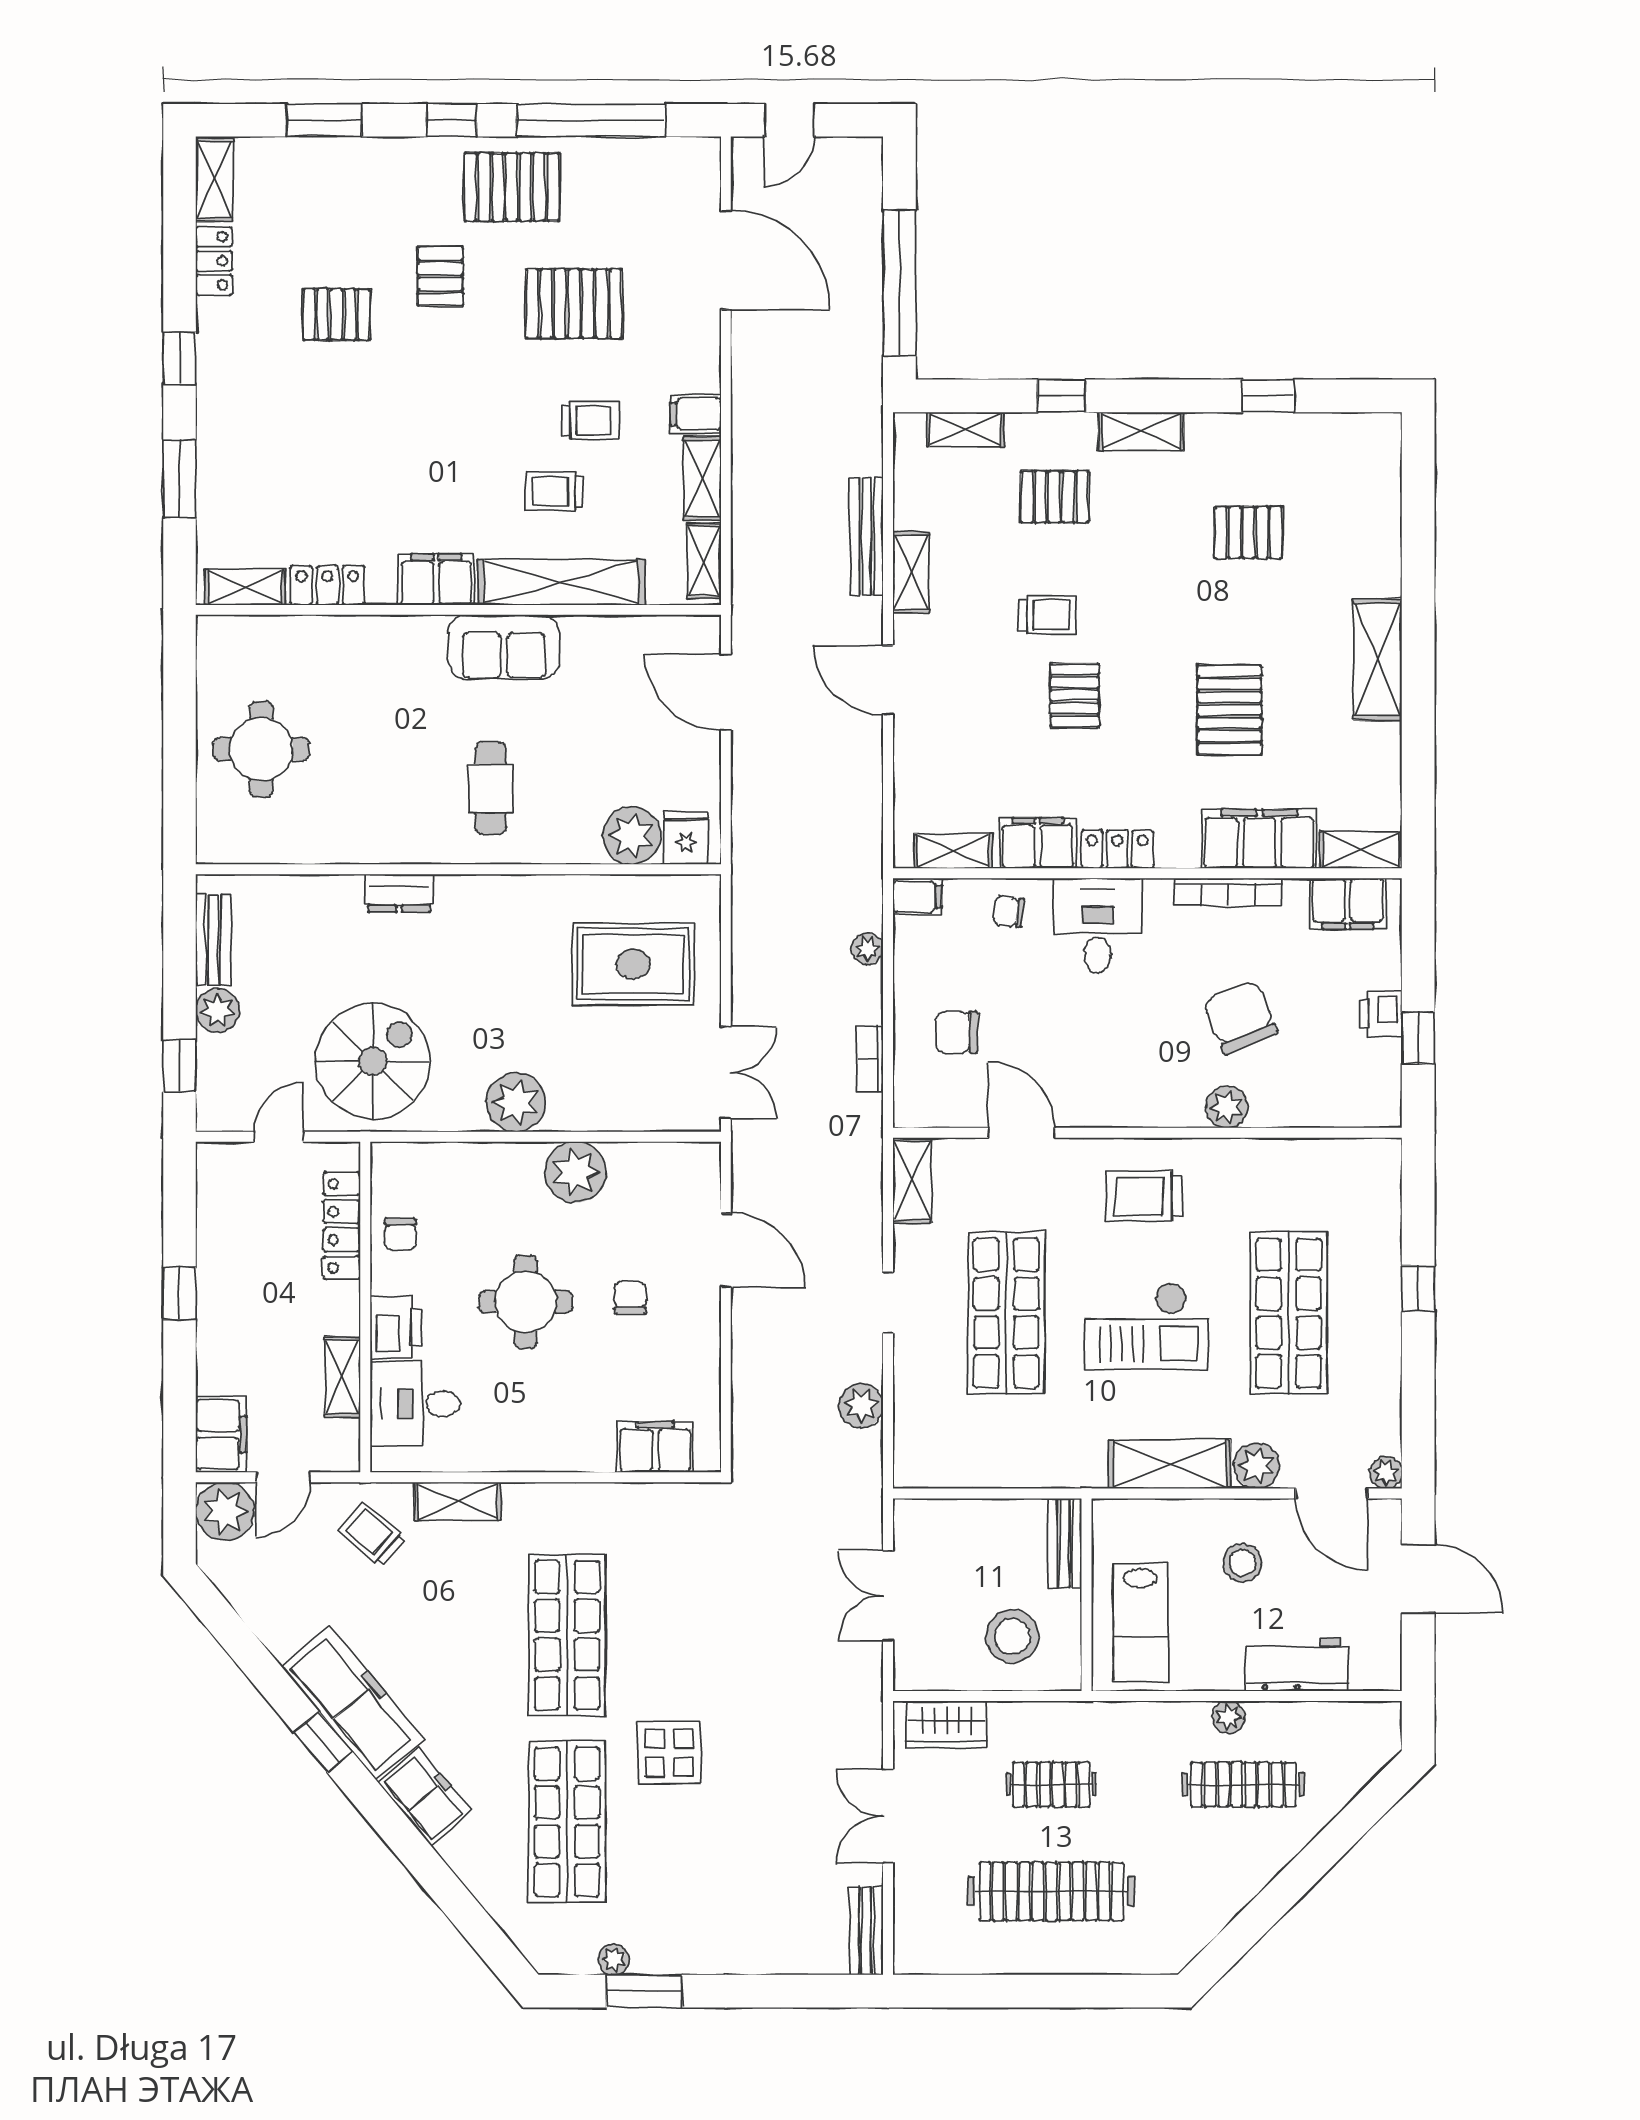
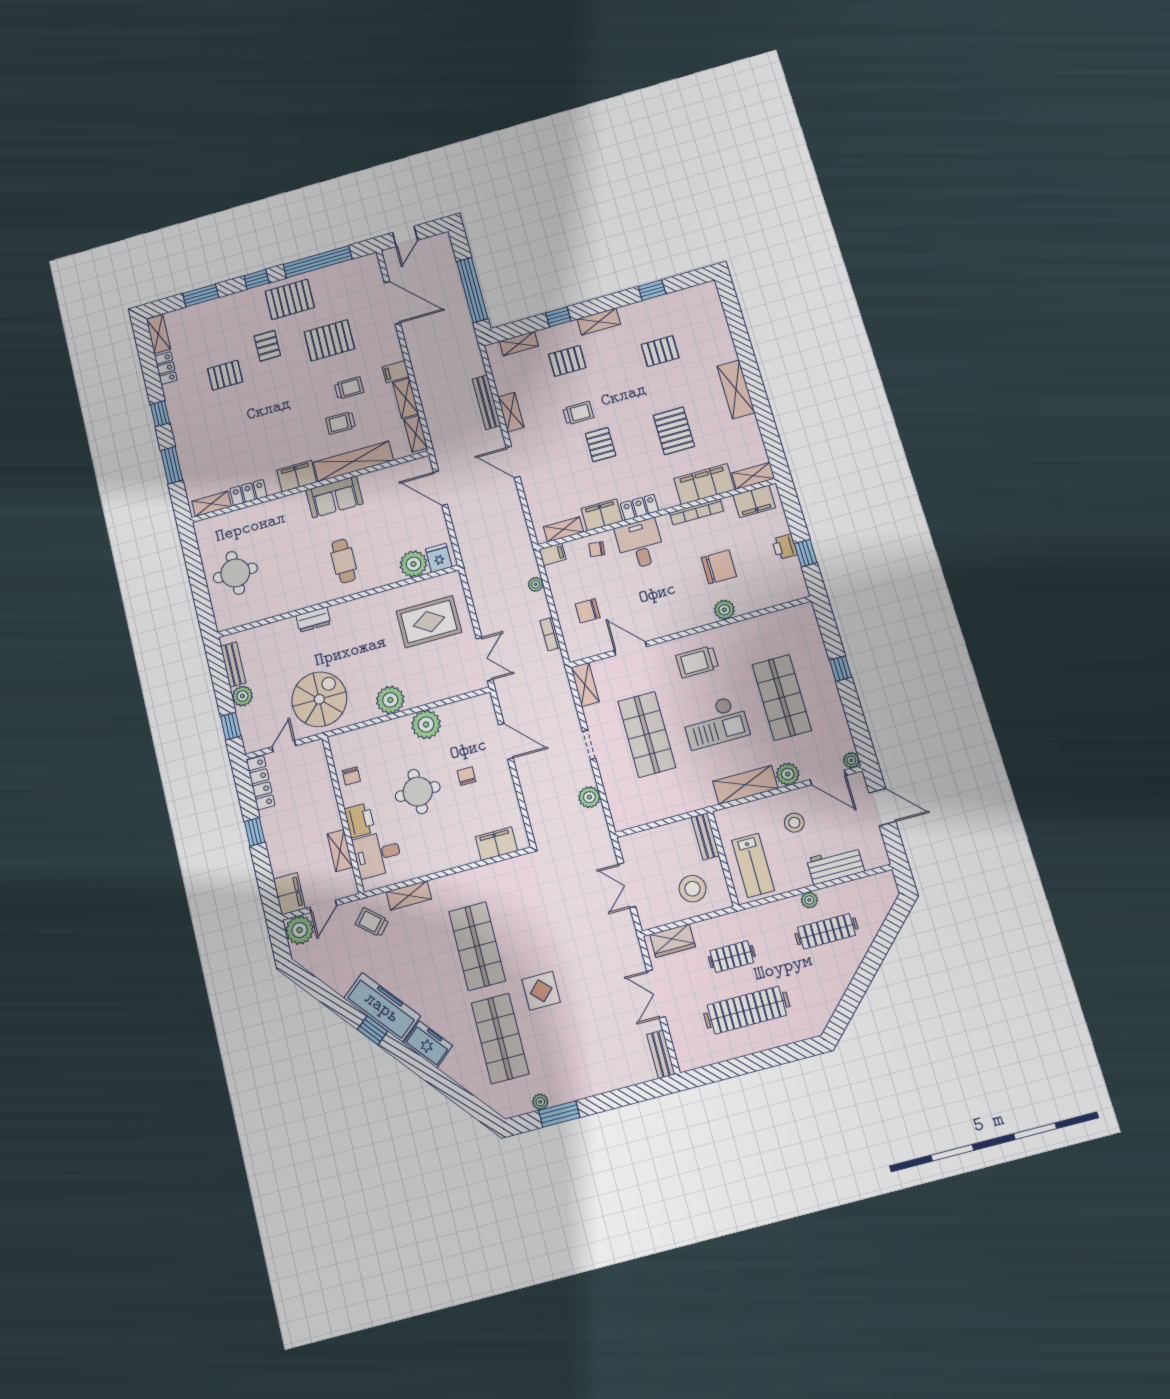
chair: (1240, 1017) -> (719, 567), turned 112
locker: (342, 1226) -> (261, 783), moved, turned 180

